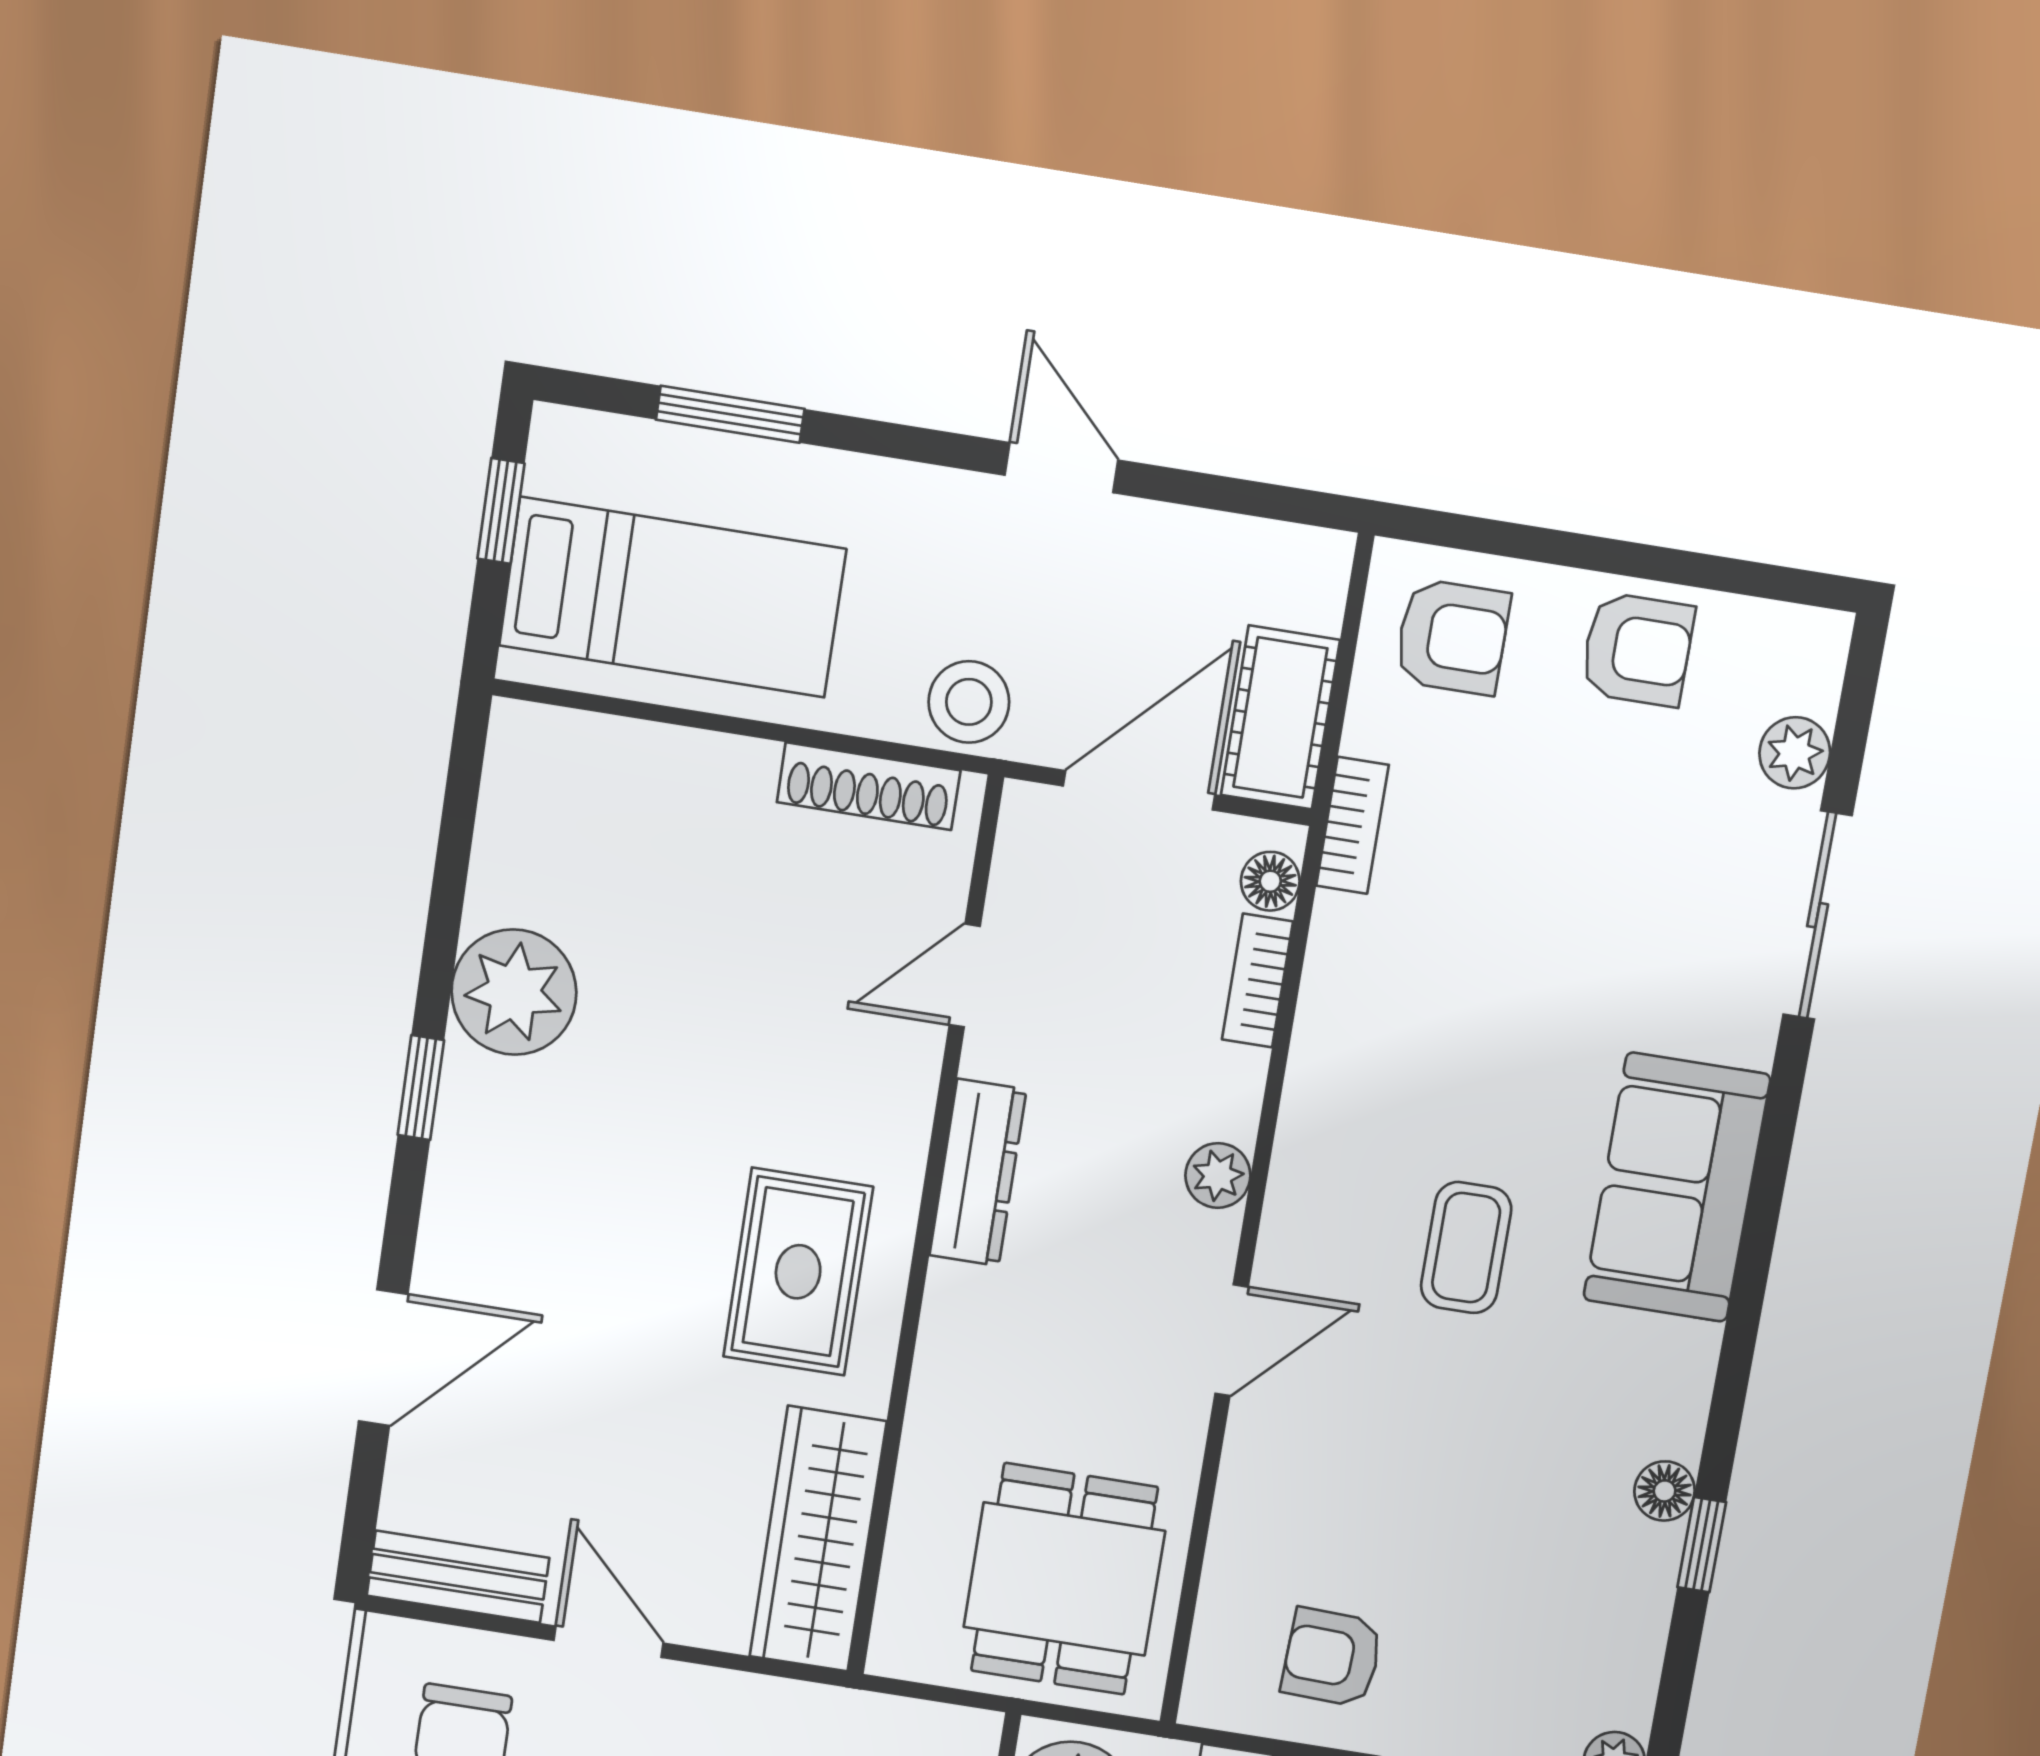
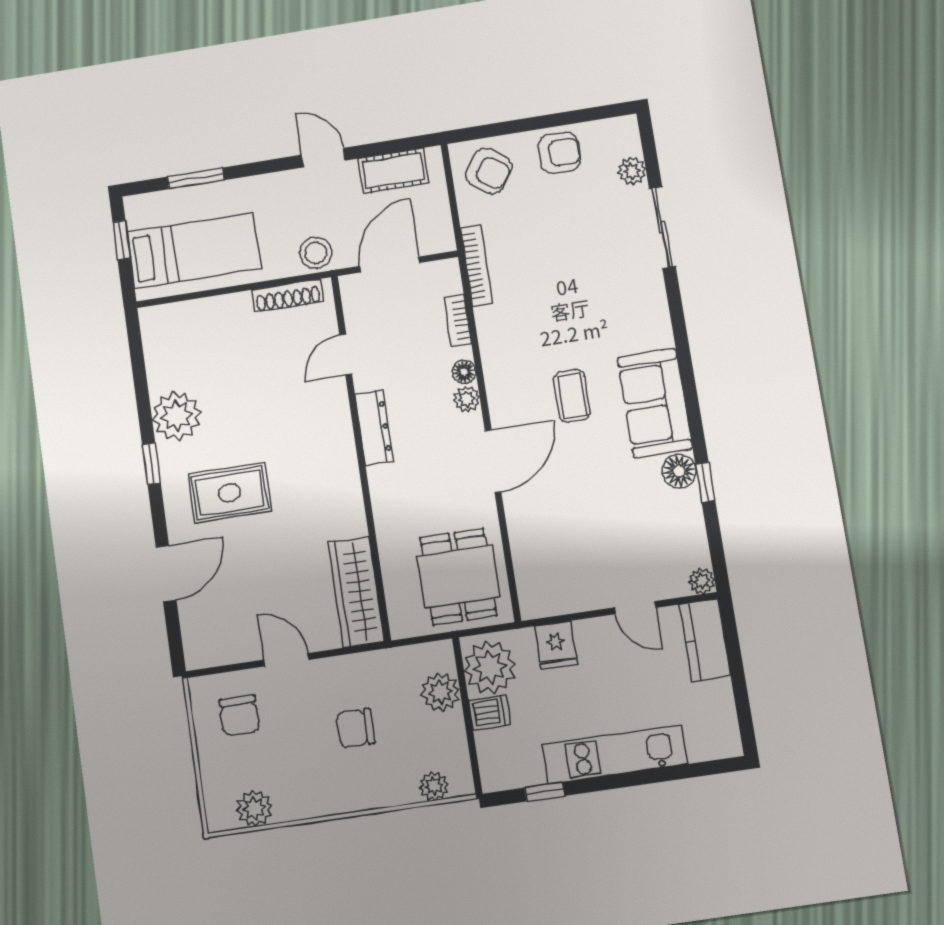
armchair: (1452, 637) -> (489, 171), turned 35
cot: (1280, 718) -> (393, 171), moved, turned 90
bookcase: (1352, 825) -> (477, 265), width x1.56
floor lamp: (1270, 881) -> (464, 372), moved
sofa: (1677, 1187) -> (655, 403), moved
rug: (798, 1272) -> (230, 493), moved, turned 90
door: (1232, 1340) -> (493, 461), width x1.38
floor lamp: (1665, 1491) -> (679, 471), width x1.37, depth x1.37
bench: (458, 1577) -> (220, 652), removed
armchair: (1332, 1657) -> (575, 574), removed

